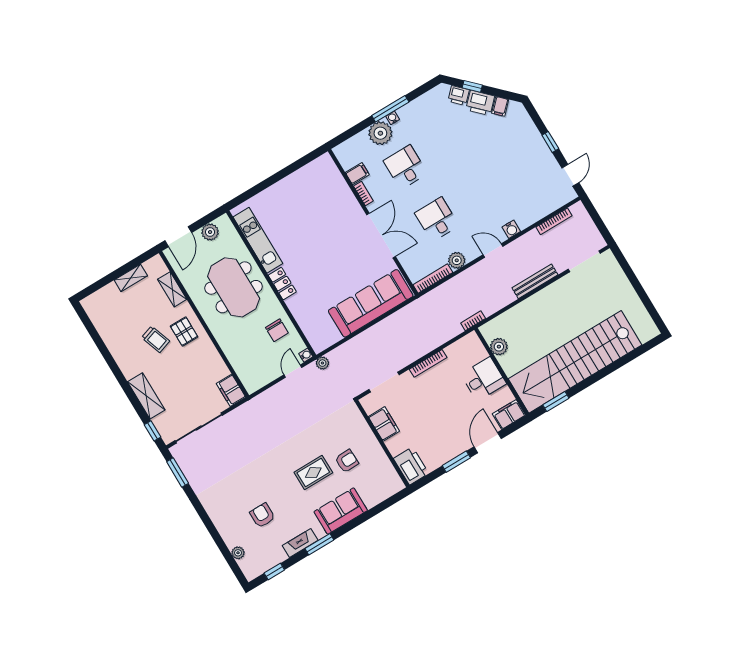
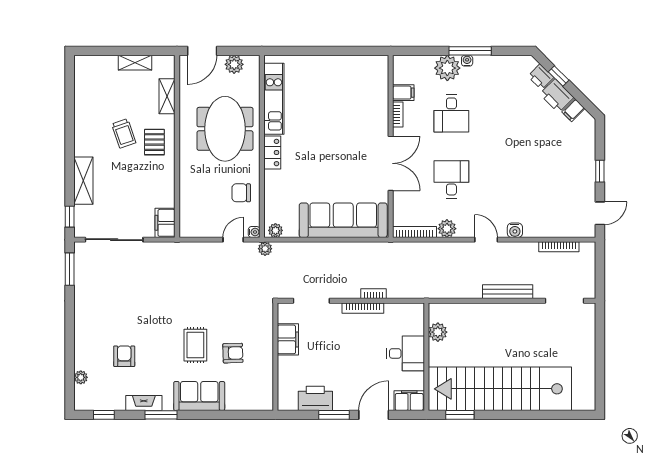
desk: (405, 167) -> (451, 113), turned 180
bookcase: (473, 321) -> (373, 294), moved
chair: (277, 330) -> (241, 193), turned 90
plant: (322, 344) -> (275, 230), added
printer: (411, 466) -> (315, 398), moved, turned -90
rug: (313, 473) -> (195, 345), turned 90

